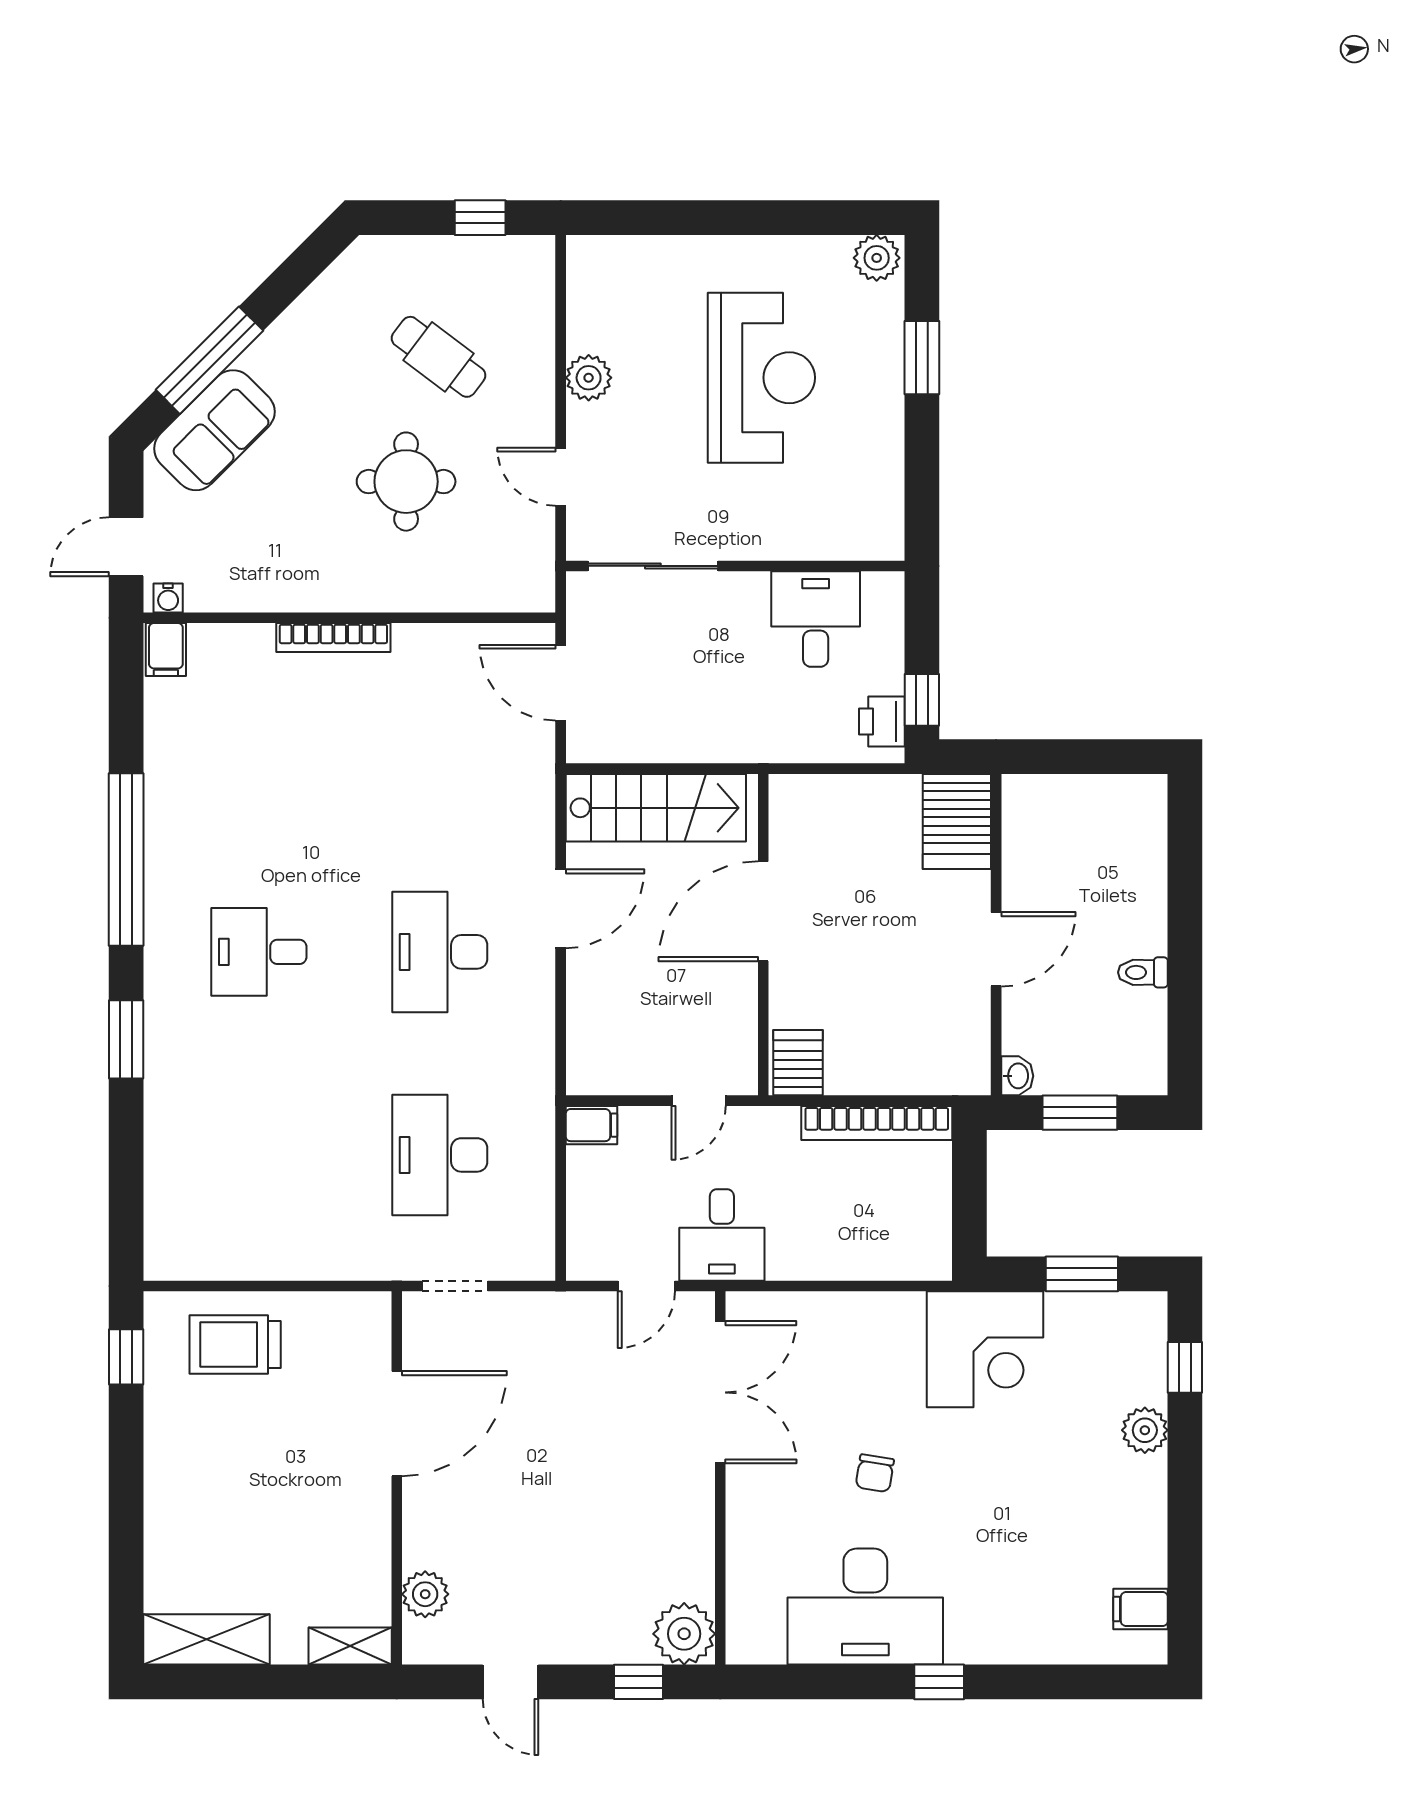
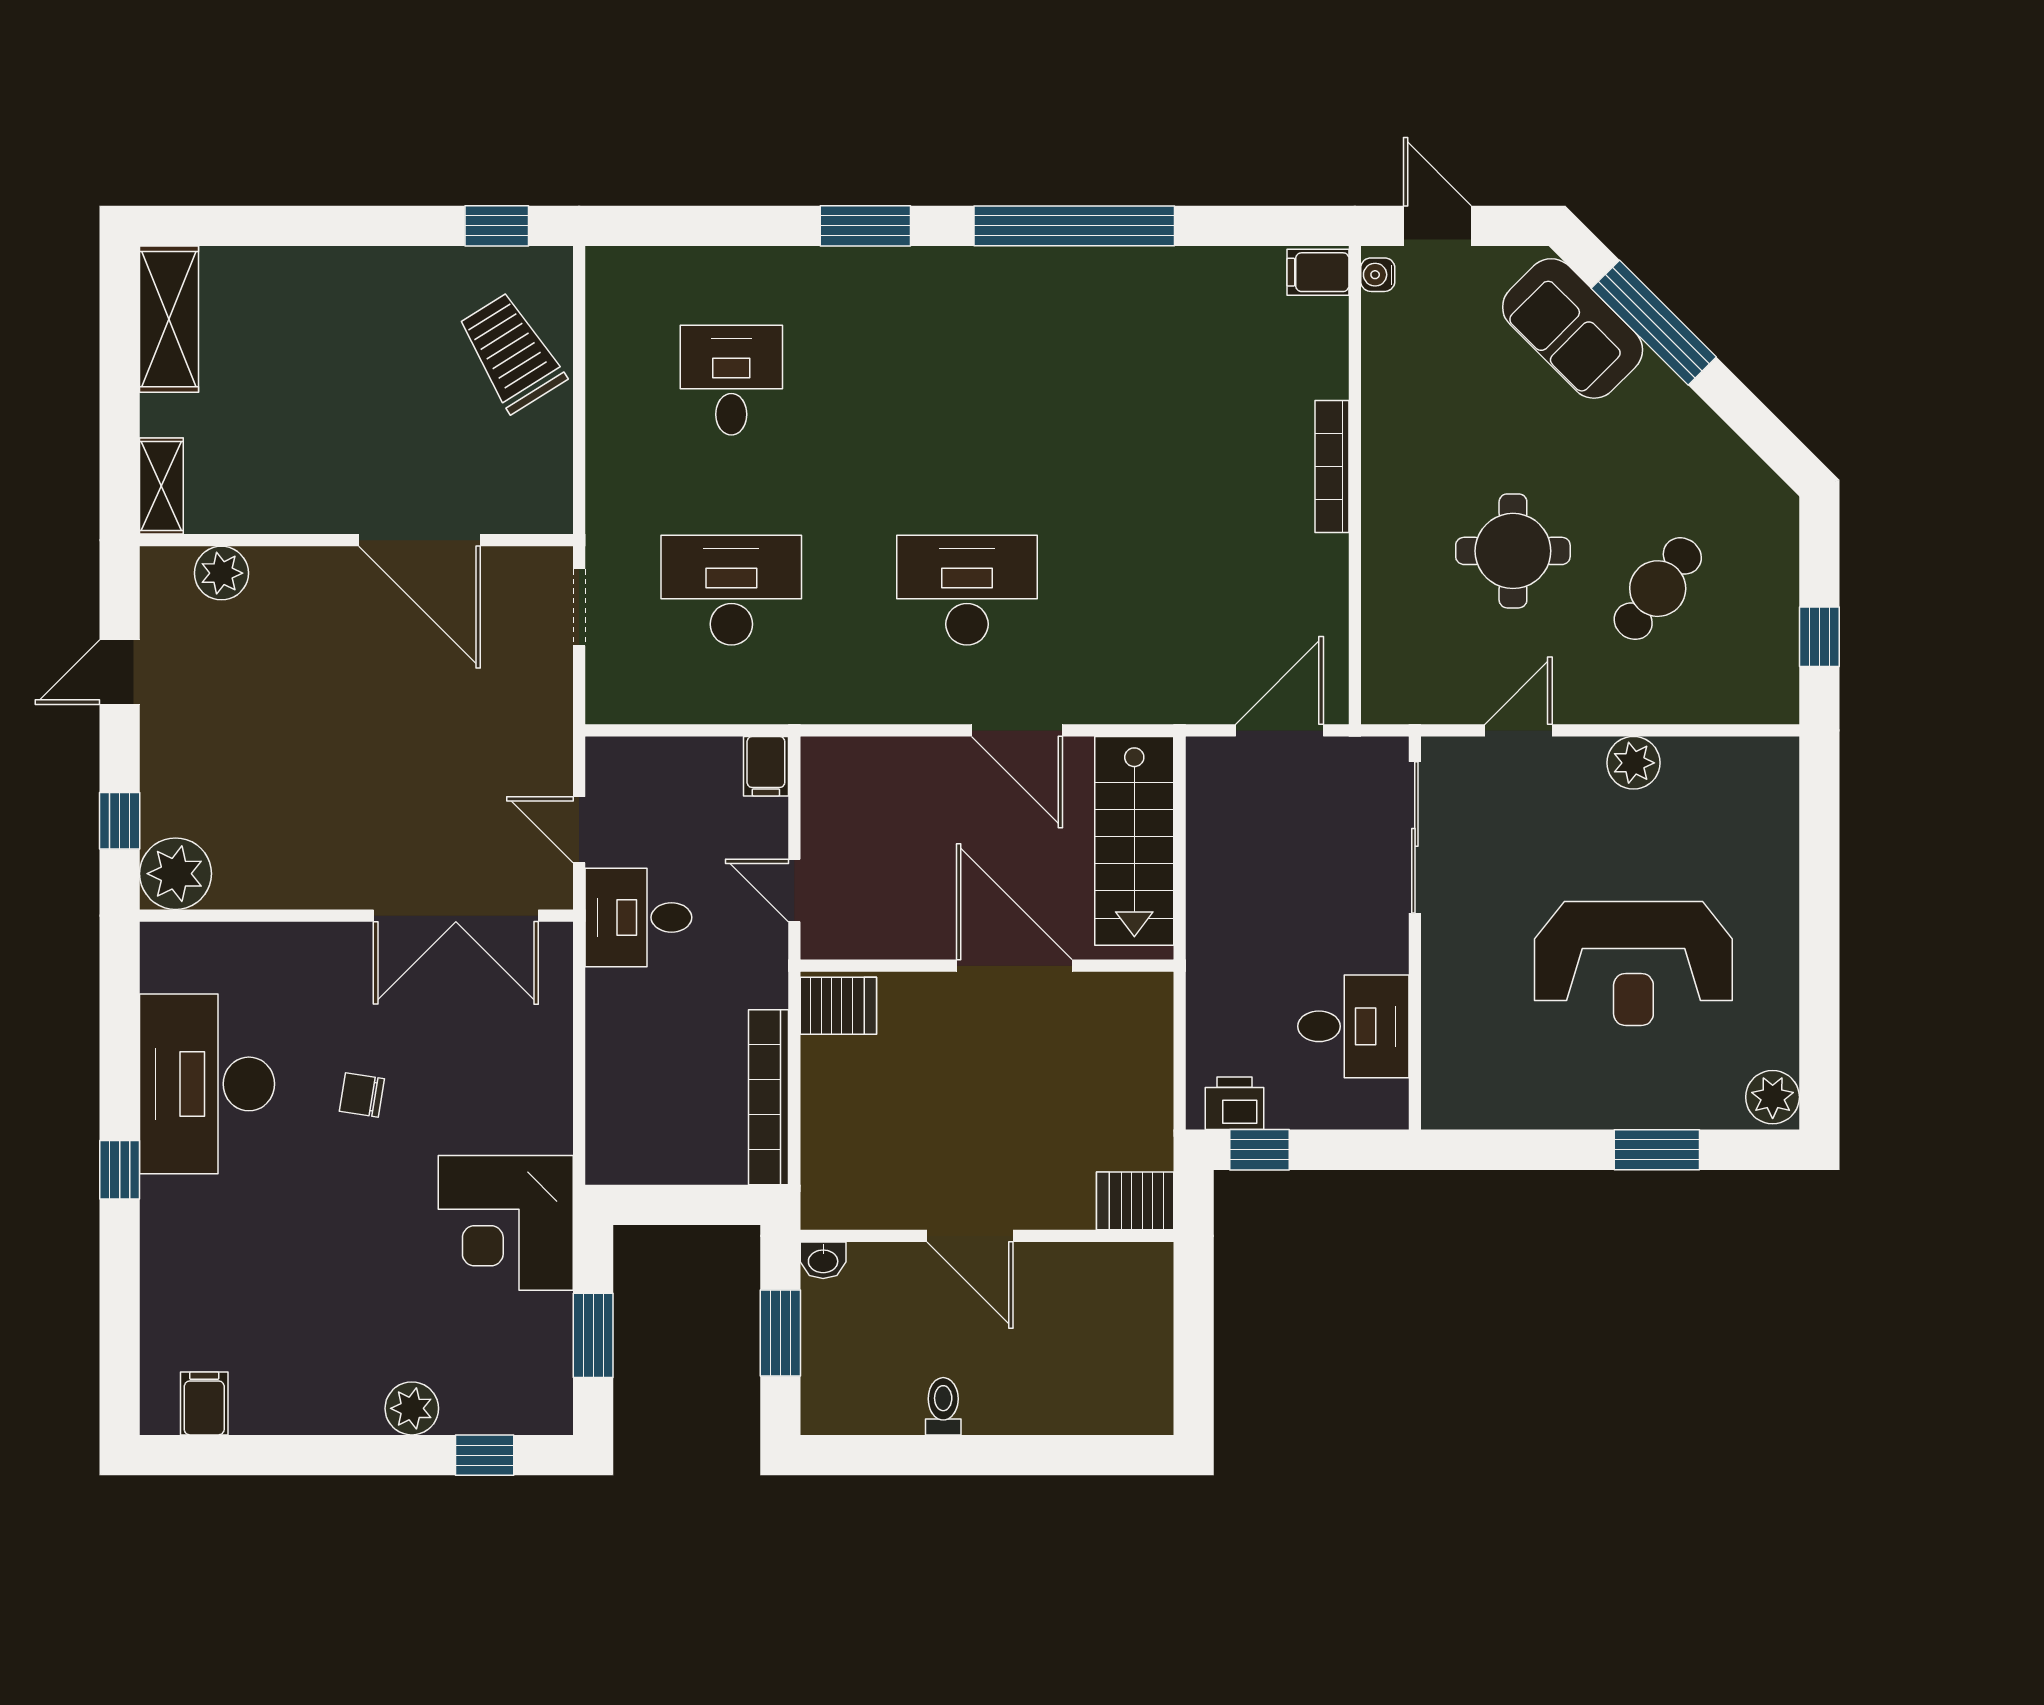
server rack: (957, 822) -> (1135, 1201), width x0.73, depth x0.70
desk: (259, 952) -> (731, 380), moved
trolley: (235, 1344) -> (511, 352), turned -32

